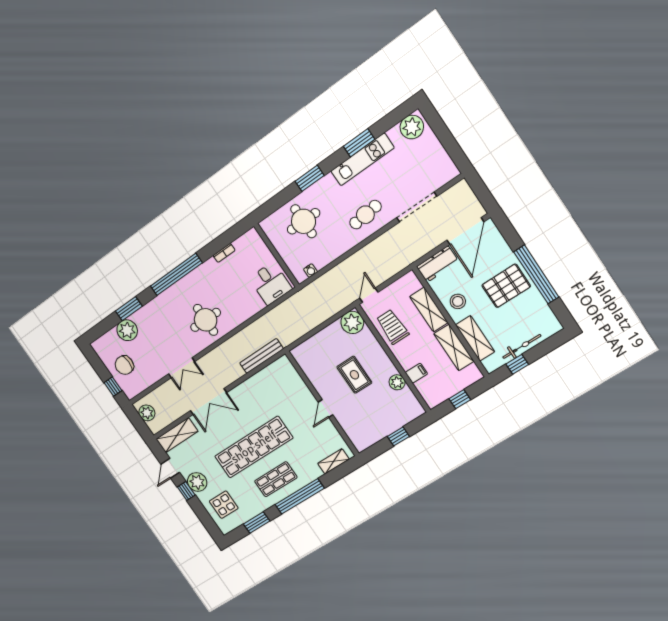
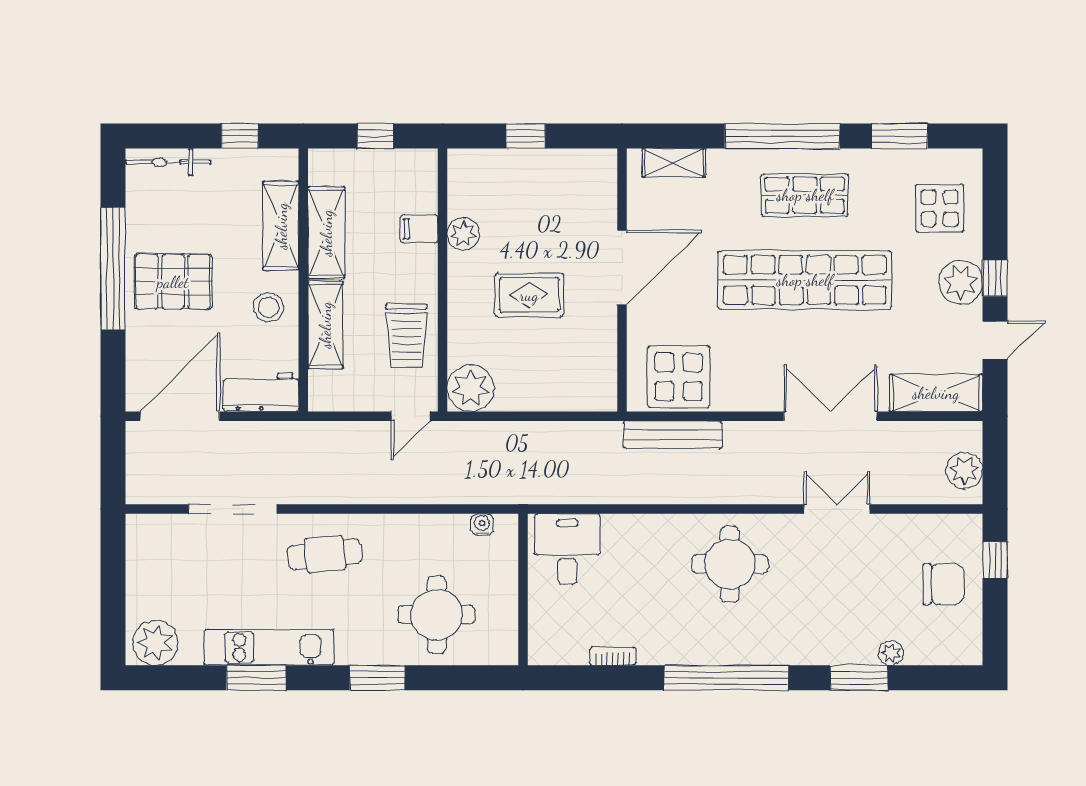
plant: (127, 330) -> (891, 653), width x0.53, depth x0.53
bicycle: (522, 346) -> (168, 162), moved
rug: (354, 375) -> (529, 295), turned 90
display table: (275, 380) -> (679, 377), added
door: (326, 409) -> (622, 267), width x1.88

